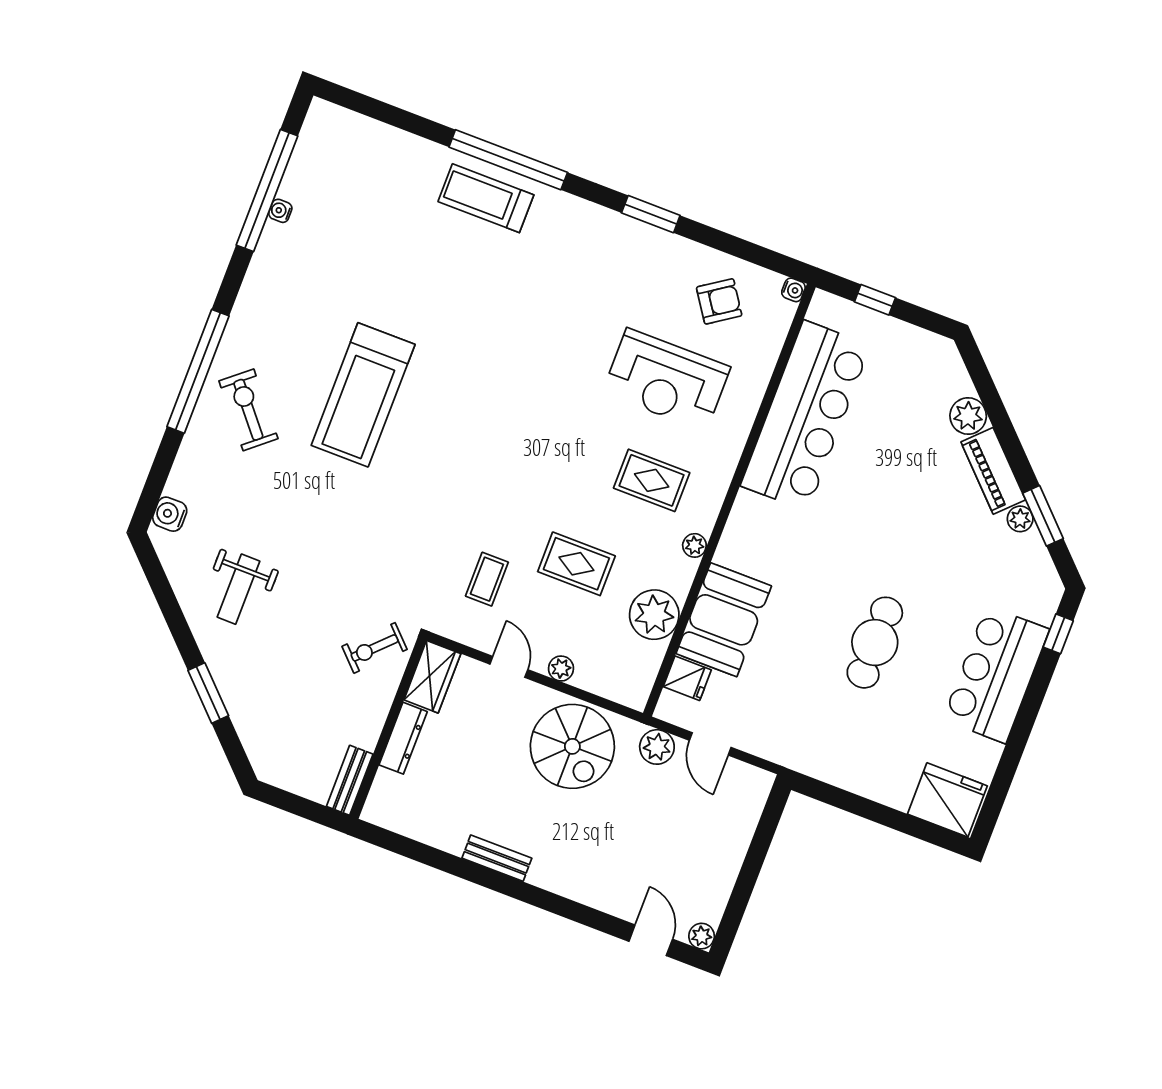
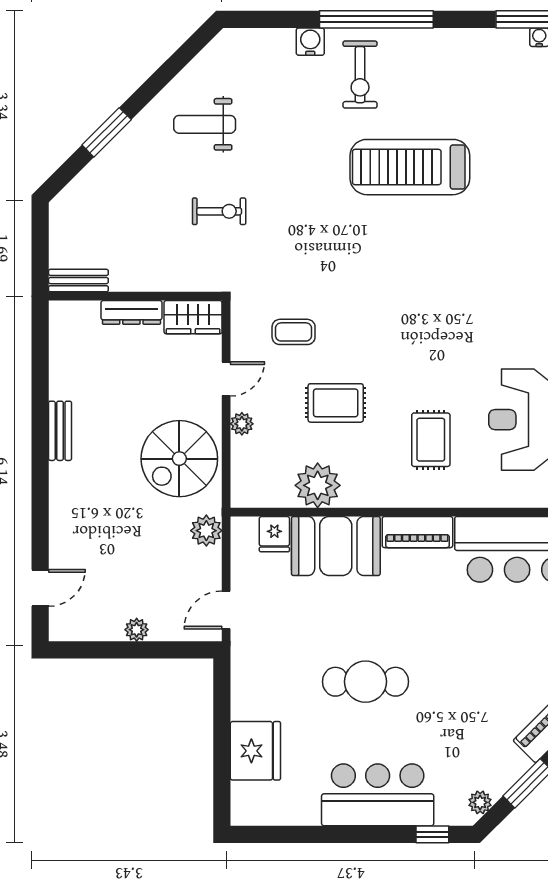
exercise bike: (248, 410) -> (360, 75), turned 130
water cooler: (170, 514) -> (310, 42), moved
plant: (1020, 519) -> (480, 802), moved
piano: (741, 530) -> (417, 532), added
plant: (694, 545) -> (389, 497), removed
rug: (576, 564) -> (336, 403), turned 90
exercise bike: (375, 648) -> (219, 211), moved, turned 135
door: (710, 744) -> (226, 610), moved
fridge: (947, 800) -> (255, 751), moved
plant: (702, 936) -> (137, 630), moved

